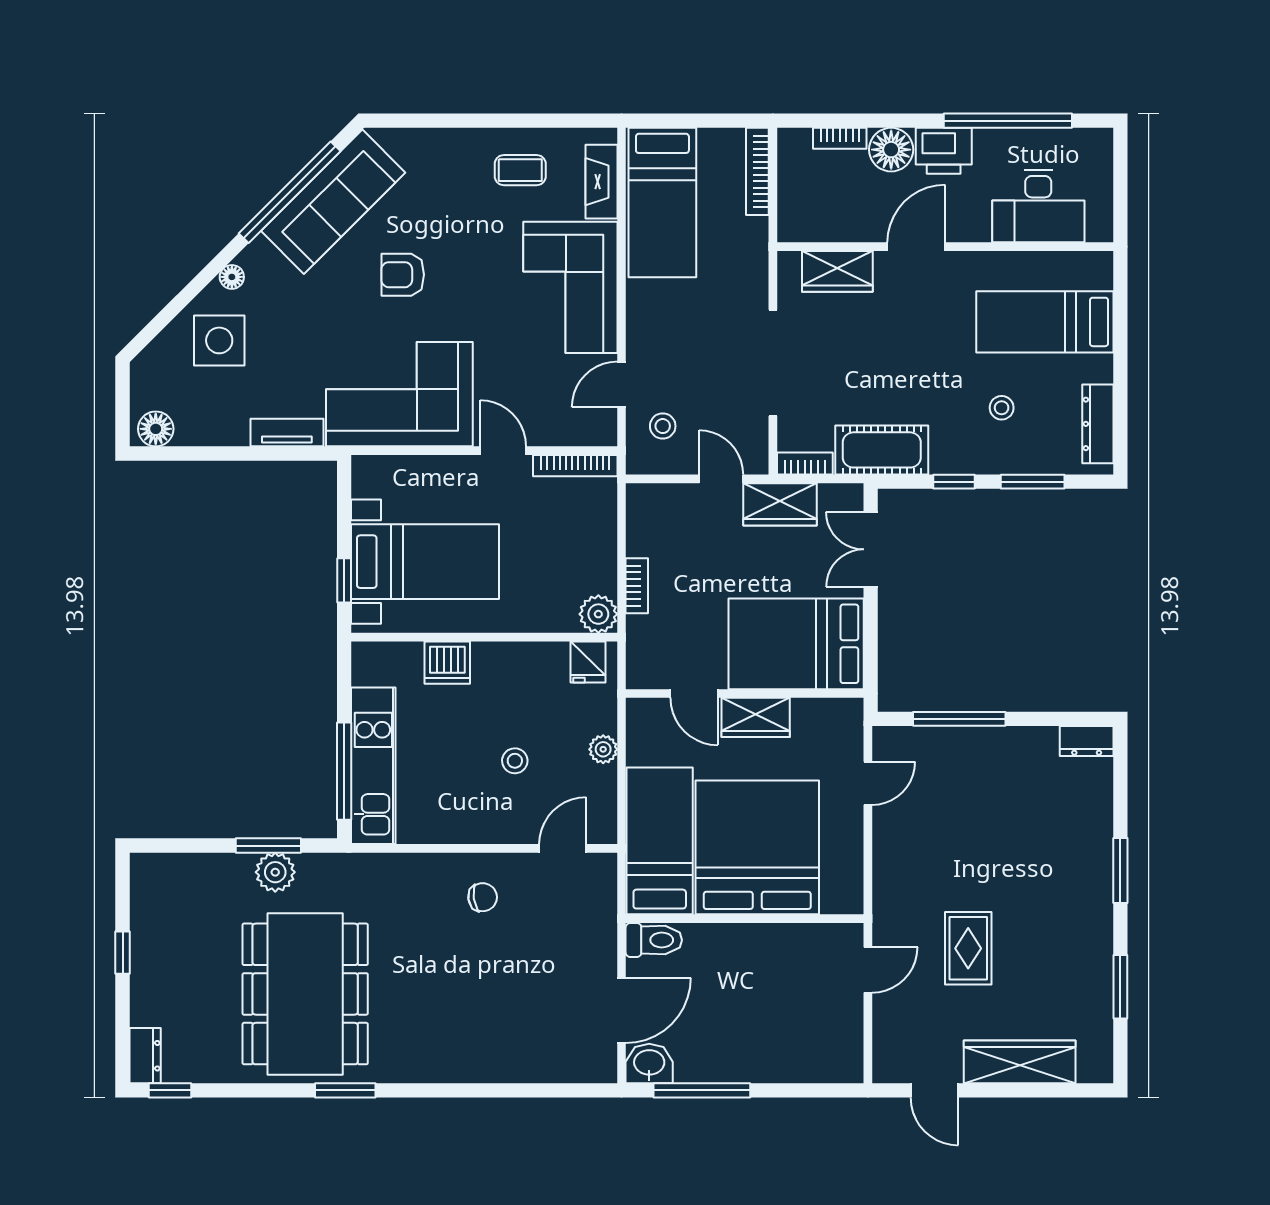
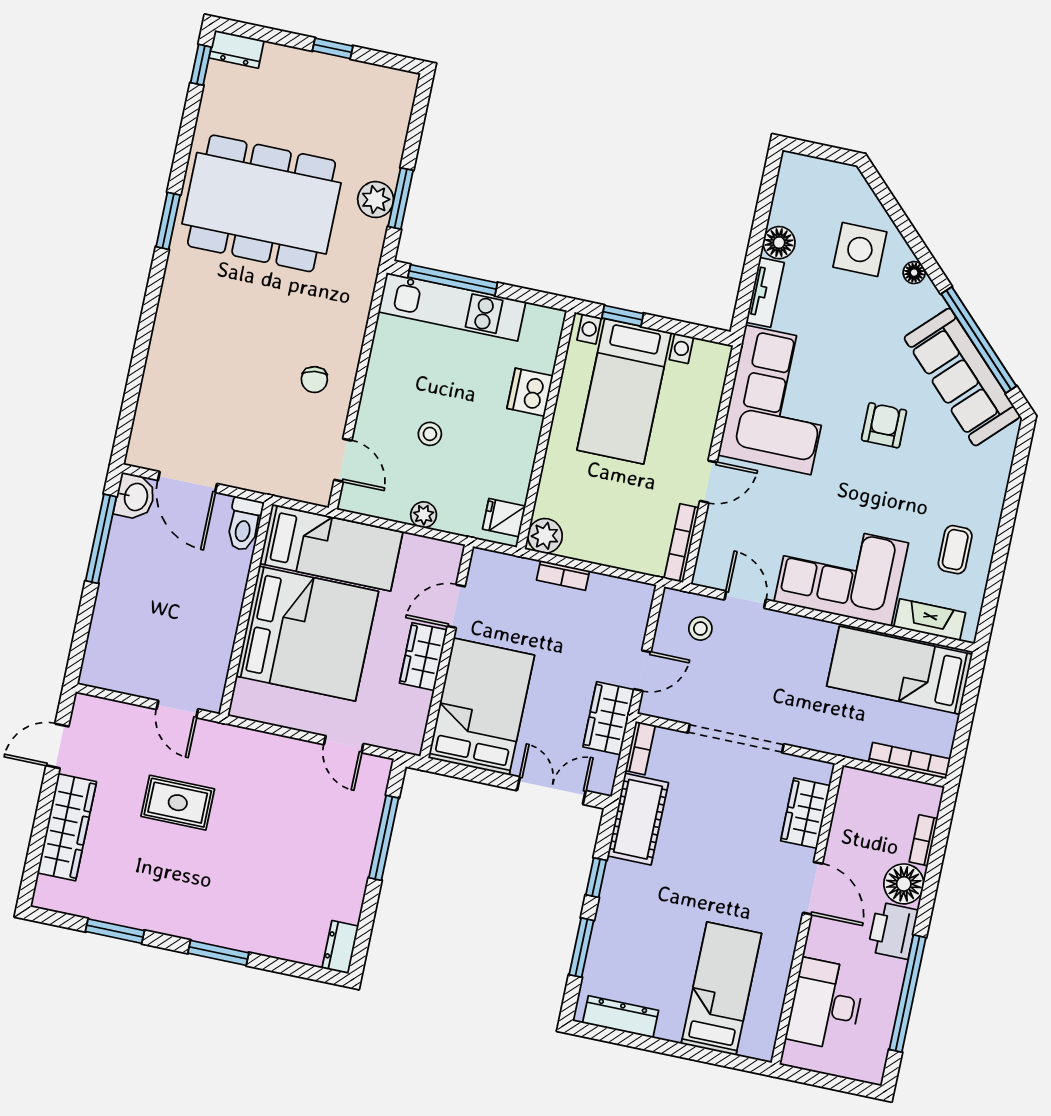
stool: (1002, 408) -> (653, 934), removed
floor lamp: (156, 429) -> (779, 243), moved

